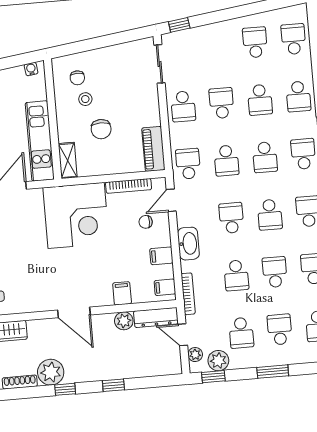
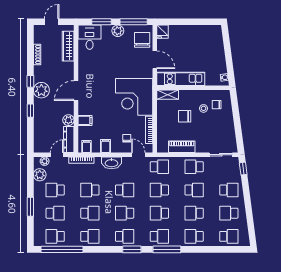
school desk: (255, 42) -> (229, 213), turned 180
school desk: (217, 46) -> (229, 190), added
piano: (153, 149) -> (182, 147), moved
plant: (51, 372) -> (41, 90), moved
window: (213, 377) -> (30, 171), removed

